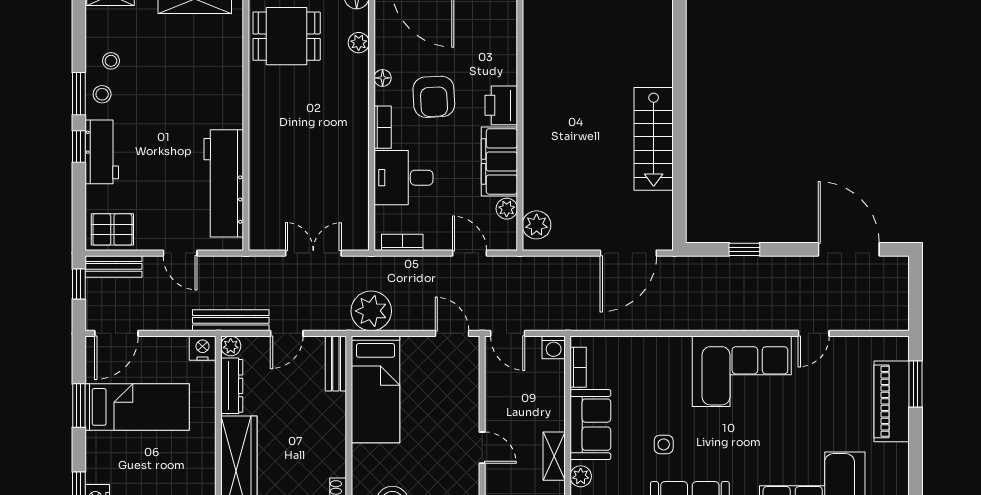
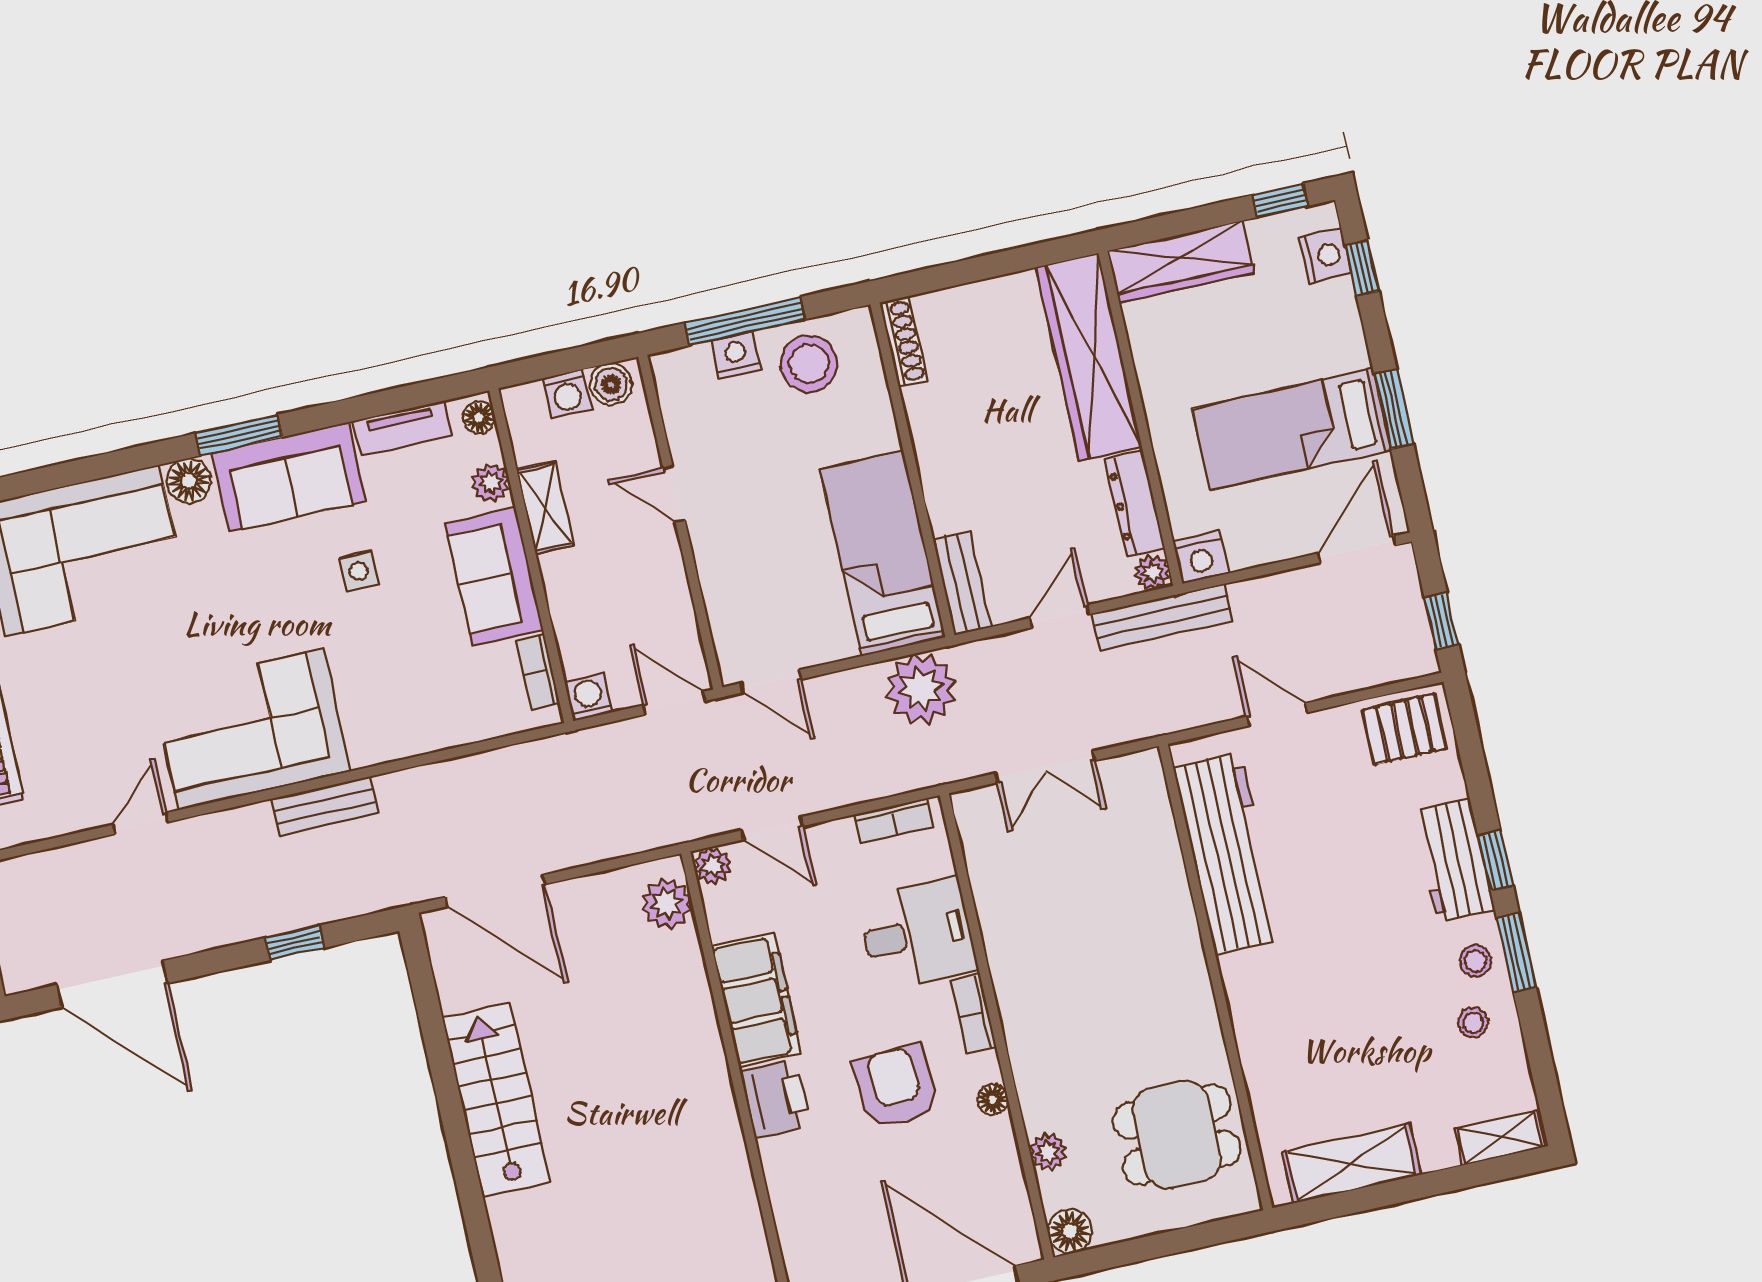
plant: (507, 209) -> (713, 866), moved
door: (628, 253) -> (495, 891), swing flipped
bench: (114, 266) -> (325, 806), moved

